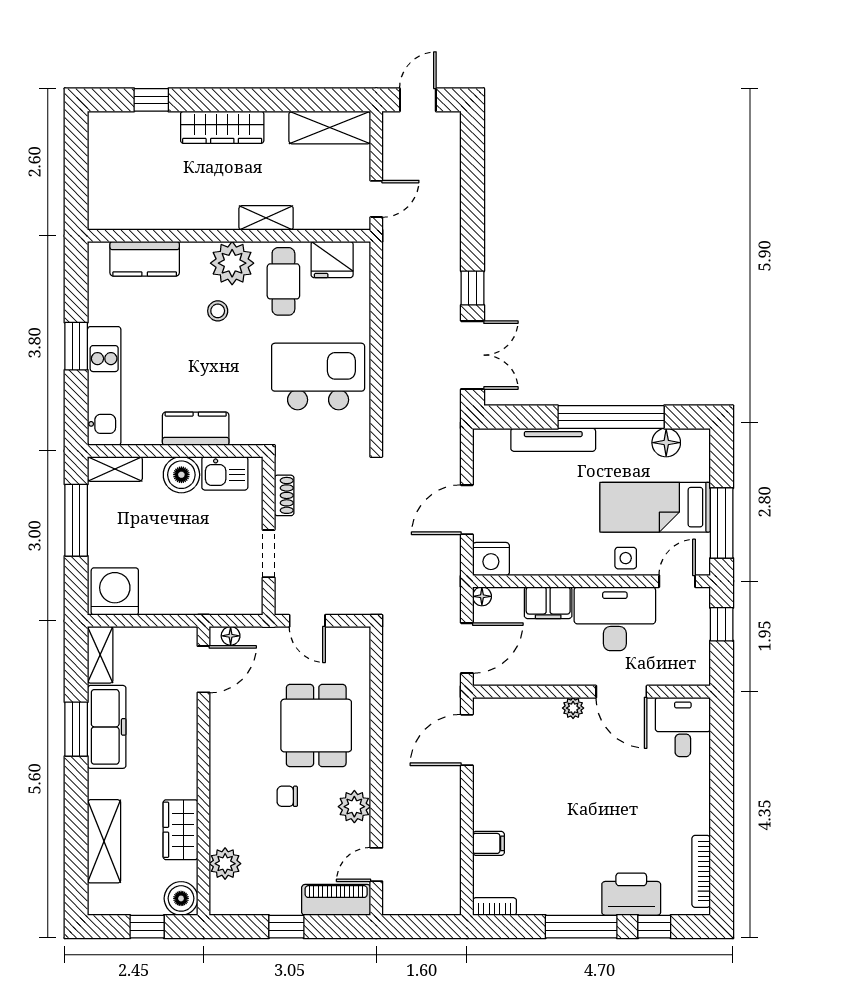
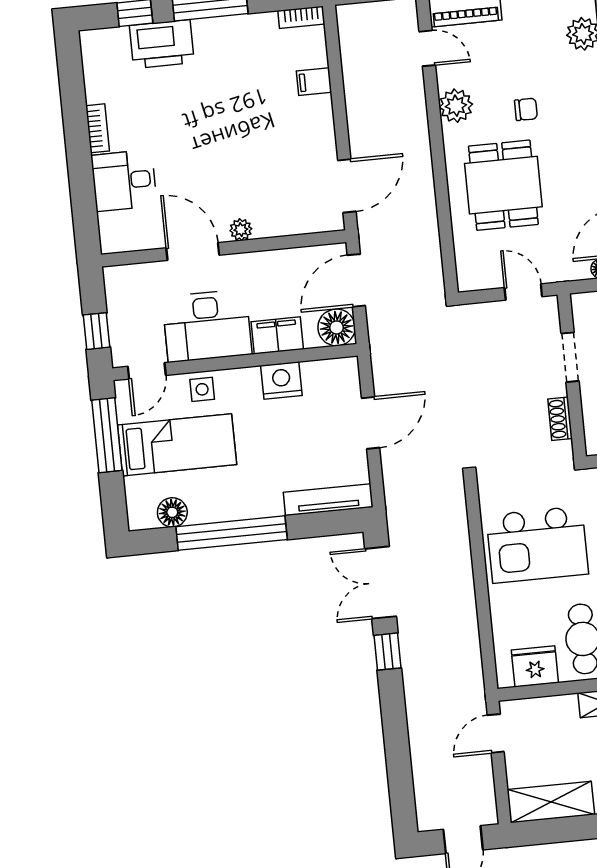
tv unit: (553, 440) -> (328, 500), moved
nightstand: (491, 559) -> (281, 380), moved
floor lamp: (482, 596) -> (337, 327), width x1.89, depth x1.89
desk: (683, 727) -> (124, 181), moved, turned 90
door: (376, 865) -> (427, 48), hinge flipped
bookcase: (701, 871) -> (98, 128), moved, width x0.64

